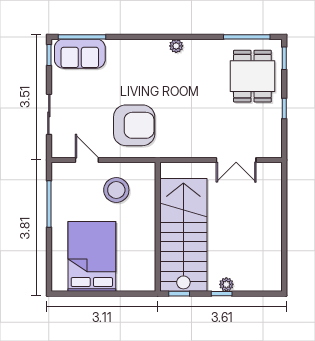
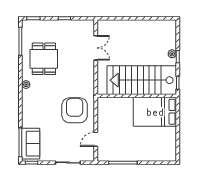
dining table: (252, 76) -> (44, 59), moved, turned 90
stool: (116, 190) -> (114, 121), removed
bed: (92, 256) -> (155, 112), moved

